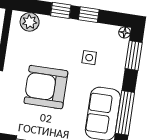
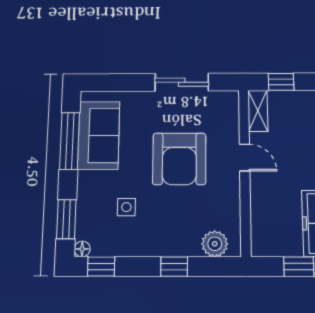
window: (89, 15) -> (101, 267), moved
armchair: (46, 87) -> (179, 159), turned 90

